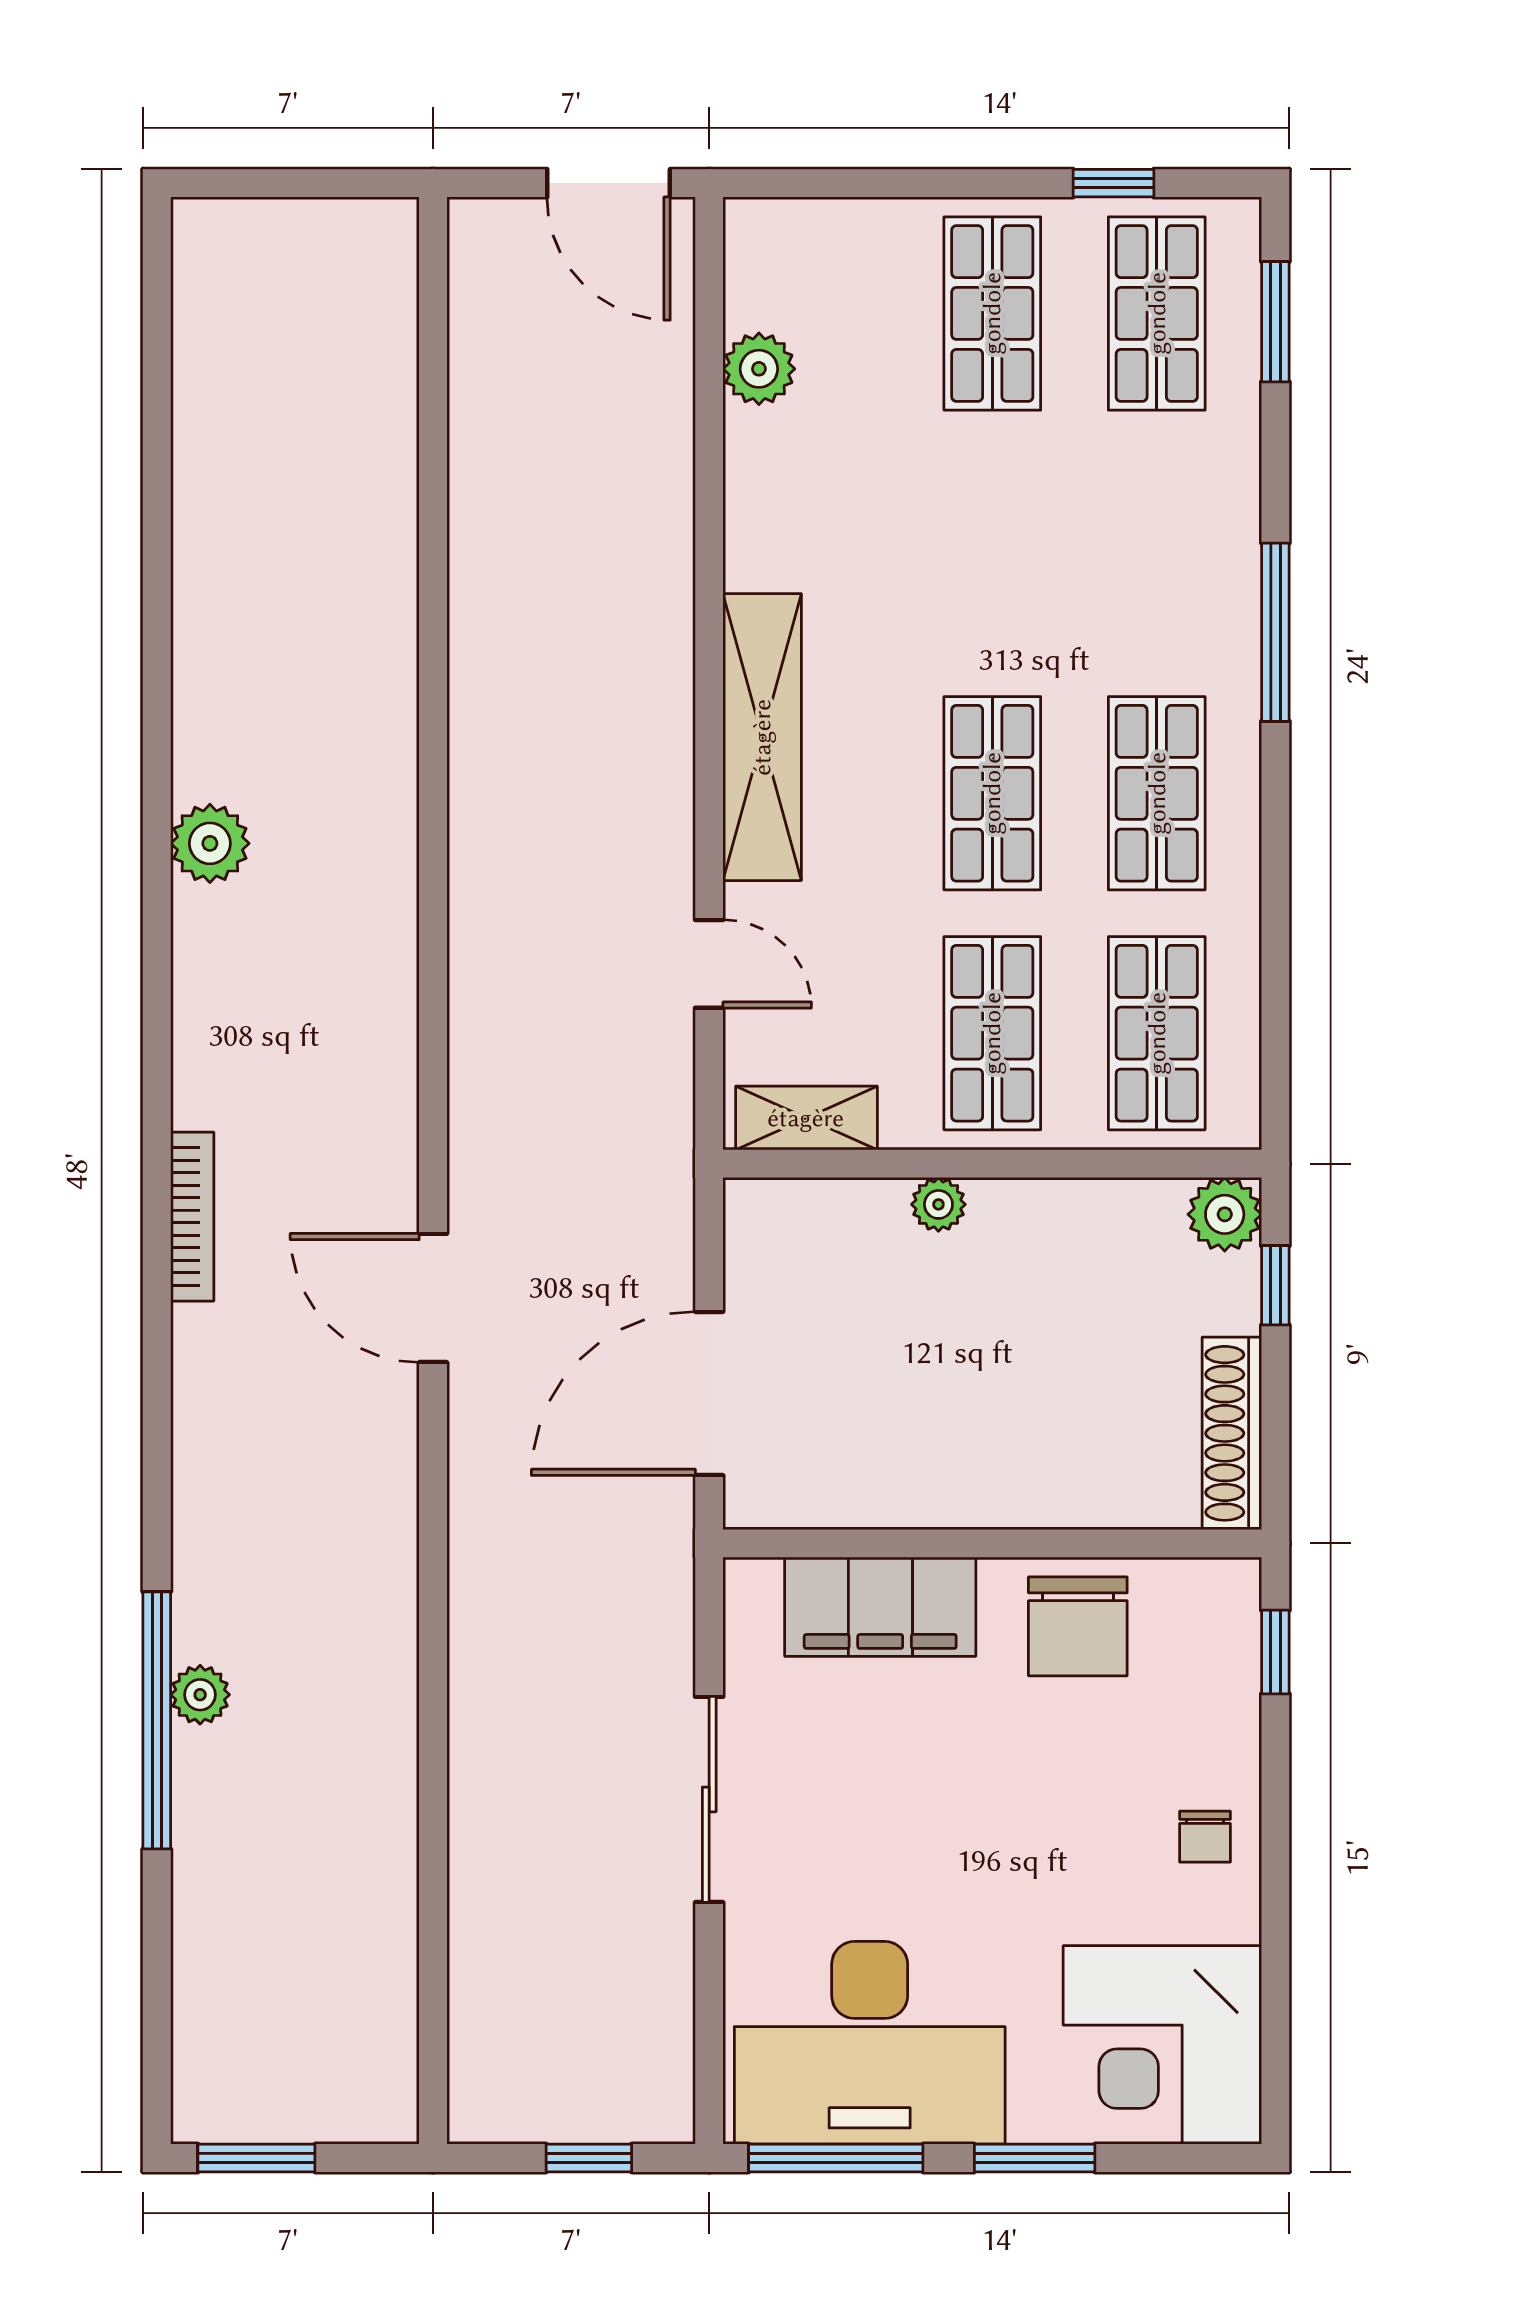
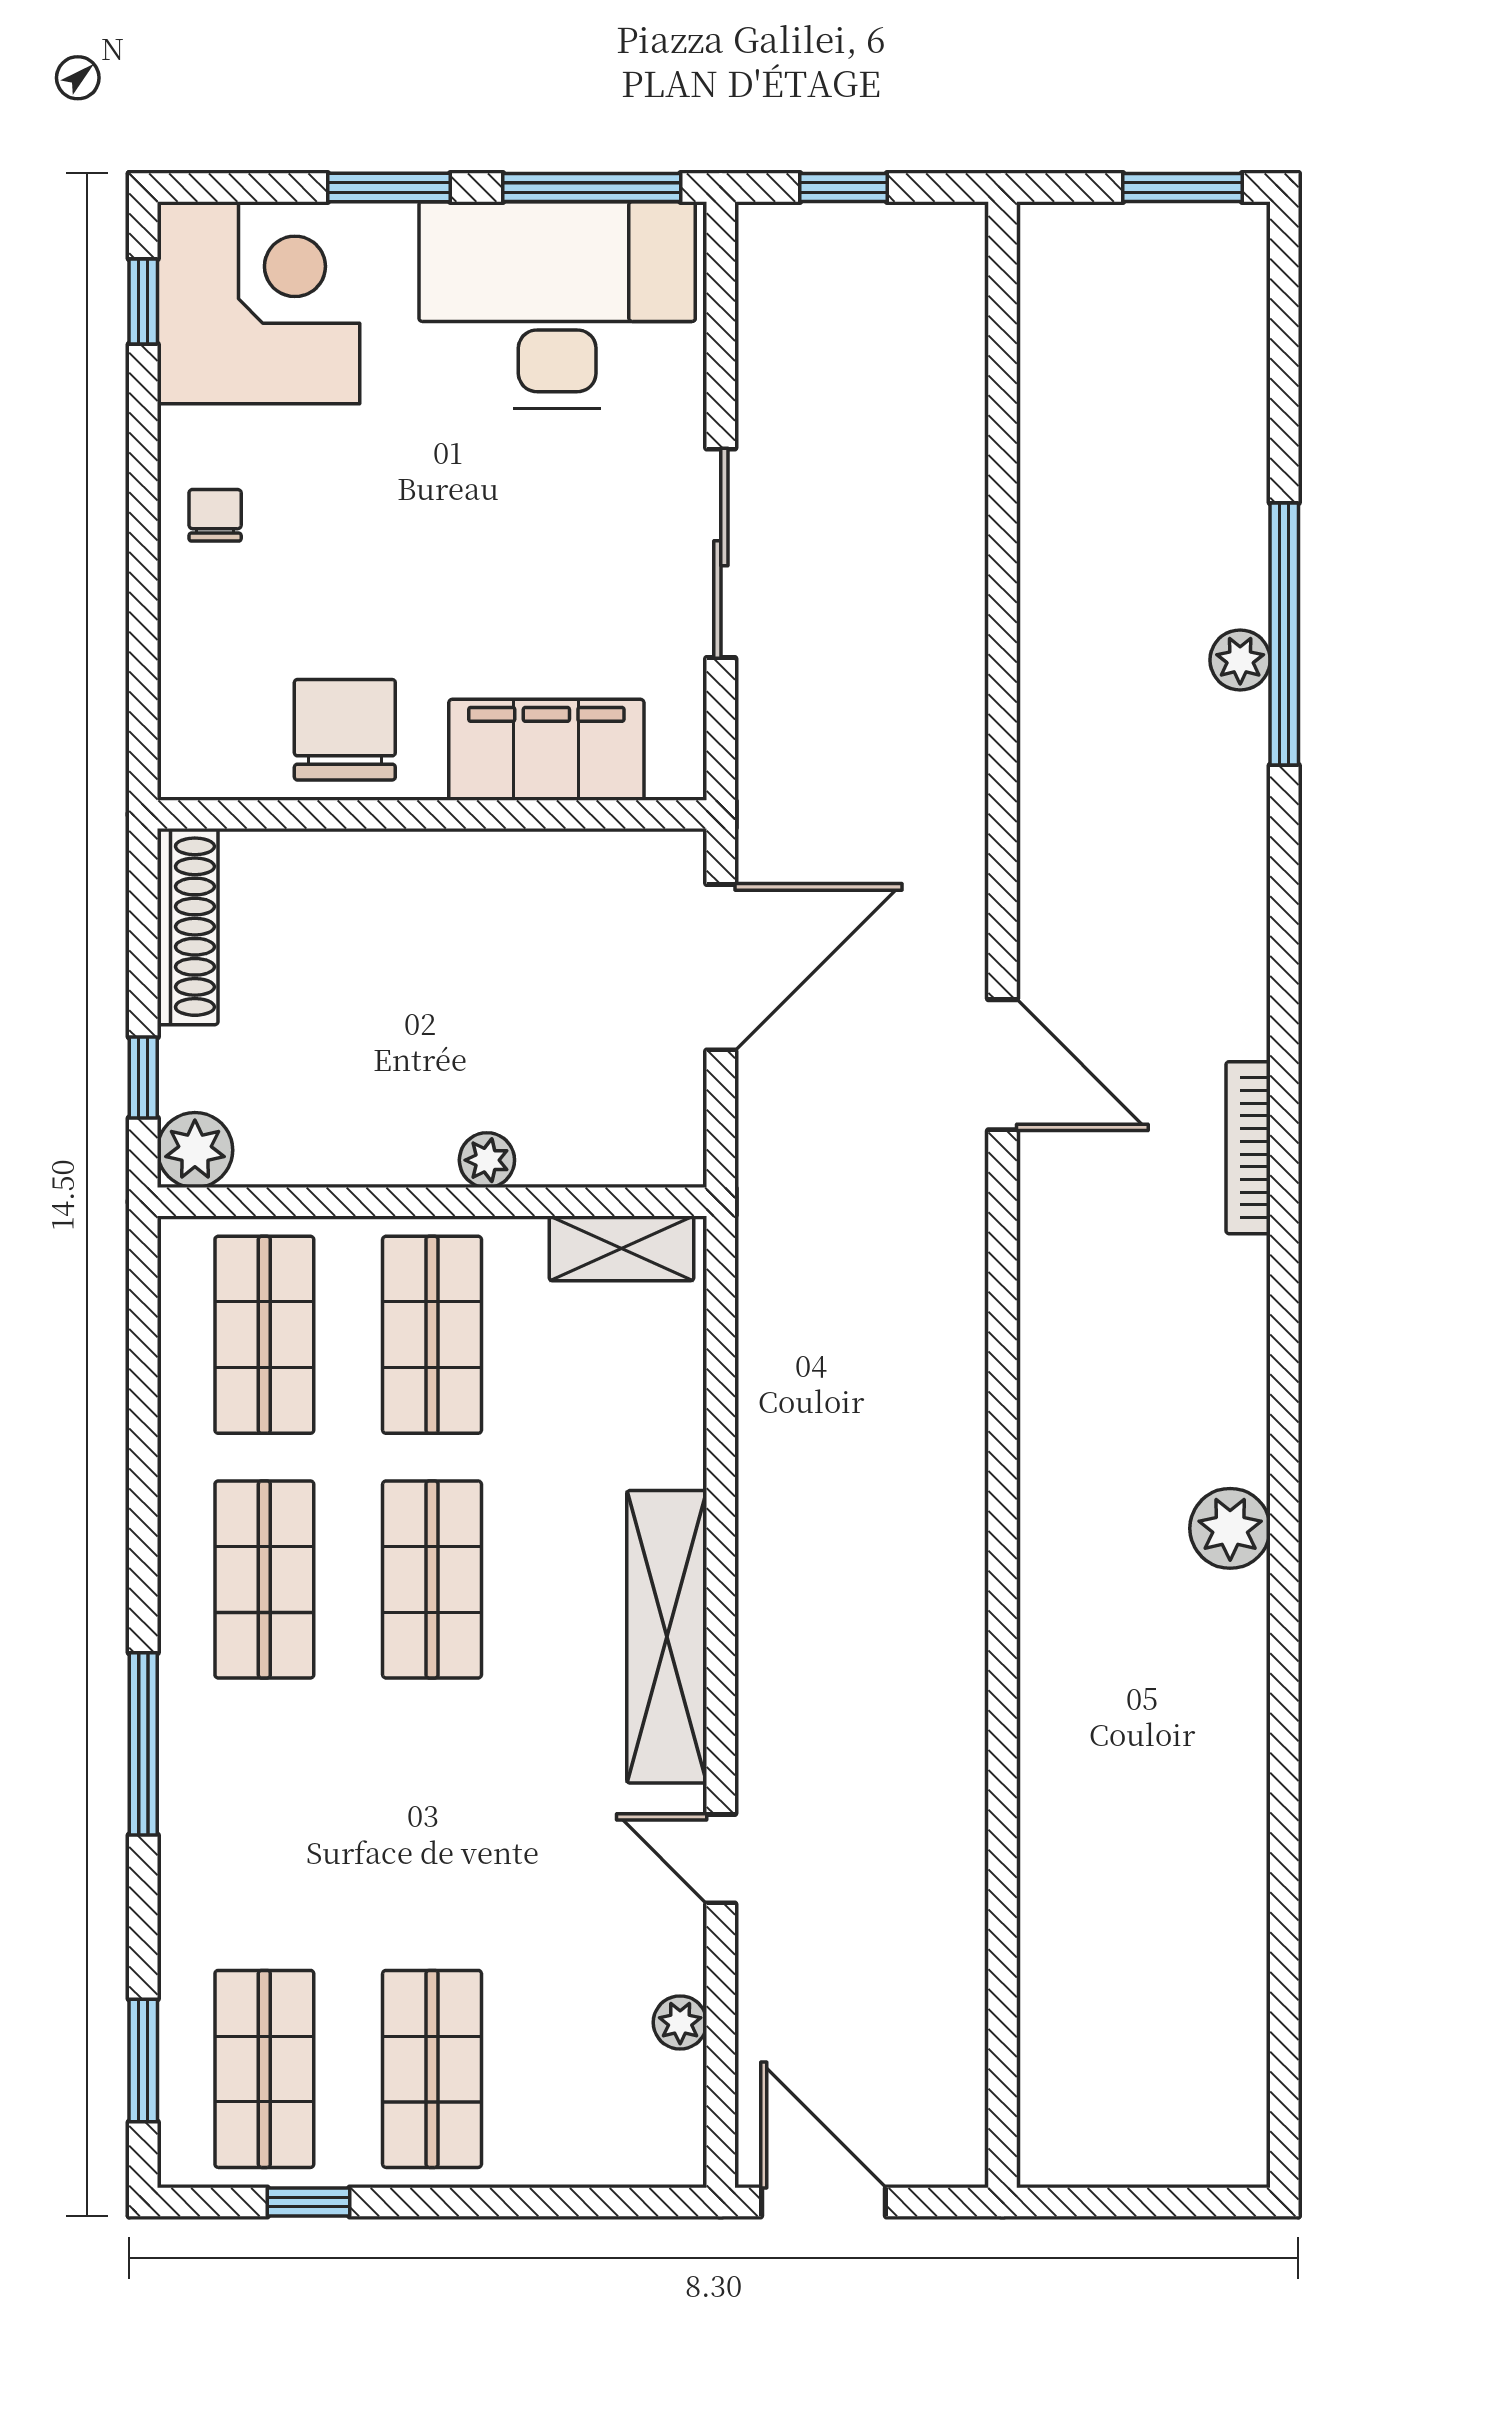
plant: (759, 369) -> (680, 2022), width x0.73, depth x0.73
door: (709, 964) -> (721, 1859), moved
window: (1275, 1652) -> (143, 301), moved

